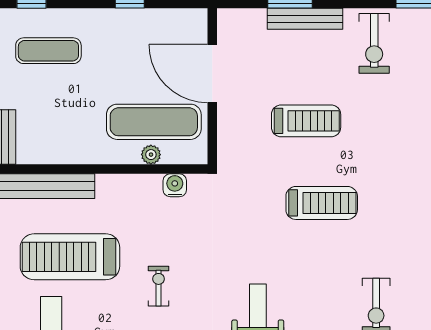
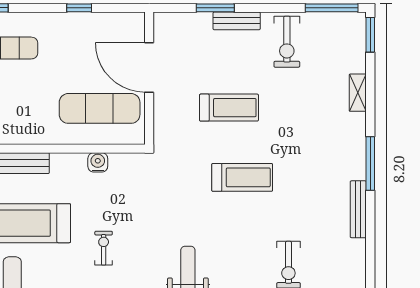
bench: (305, 19) -> (237, 21), width x0.73
plant: (151, 155) -> (97, 136), removed
water cooler: (175, 185) -> (98, 162), moved

